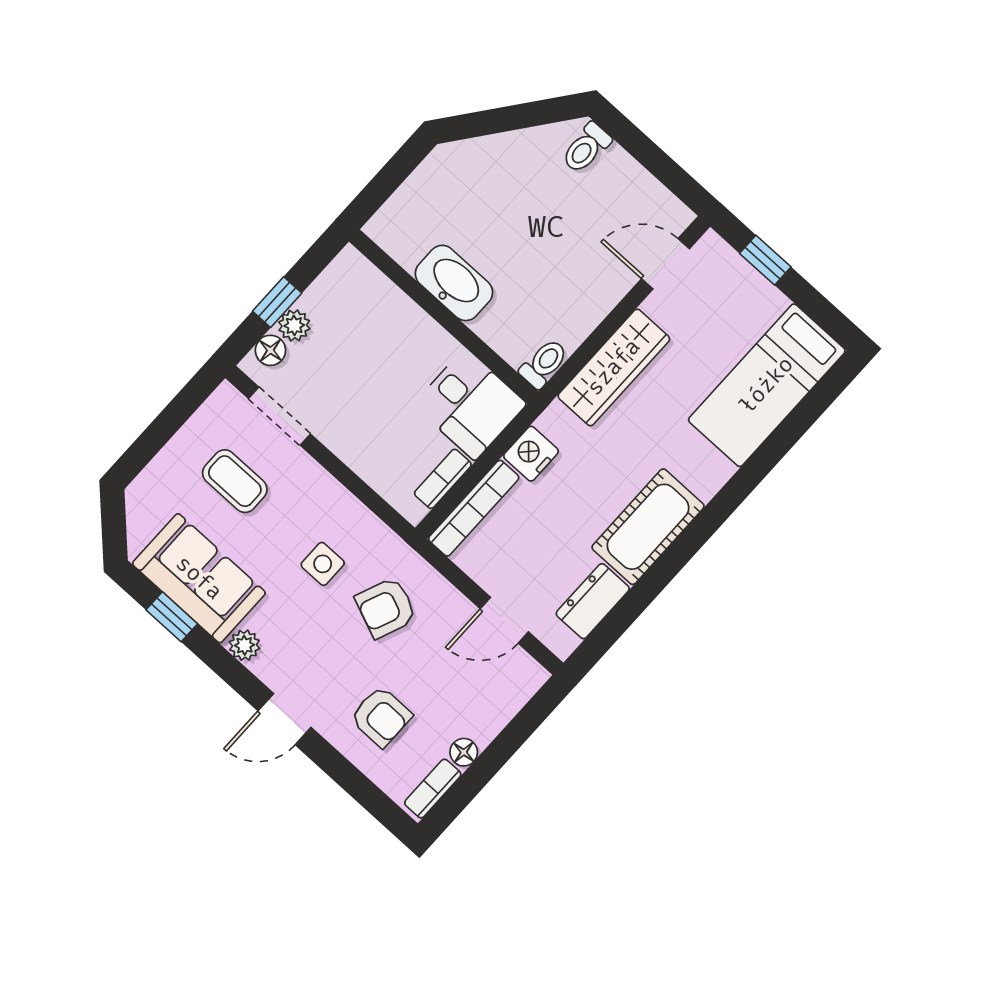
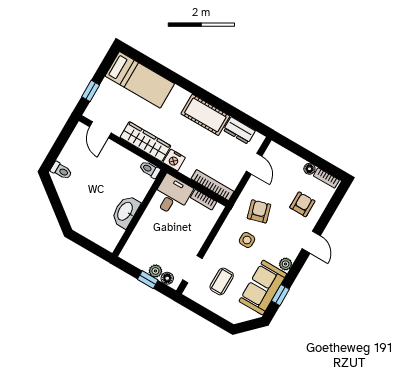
nightstand: (531, 454) -> (174, 160), moved
armchair: (386, 608) -> (259, 211), turned -128

